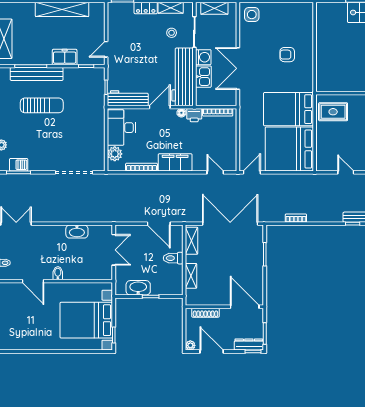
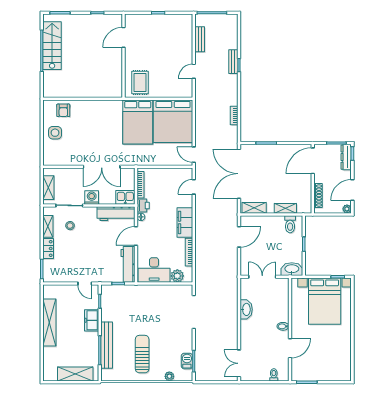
side table: (252, 15) -> (55, 133), moved
armchair: (287, 55) -> (63, 110), moved
workbench: (183, 77) -> (116, 214), width x0.73, depth x0.76
kitchen sink: (203, 77) -> (125, 197), moved
sun lounger: (42, 105) -> (142, 354), moved
door: (160, 107) -> (136, 236), hinge flipped
toilet: (173, 258) -> (290, 224), moved
washbasin: (138, 288) -> (292, 269), moved, turned 90

